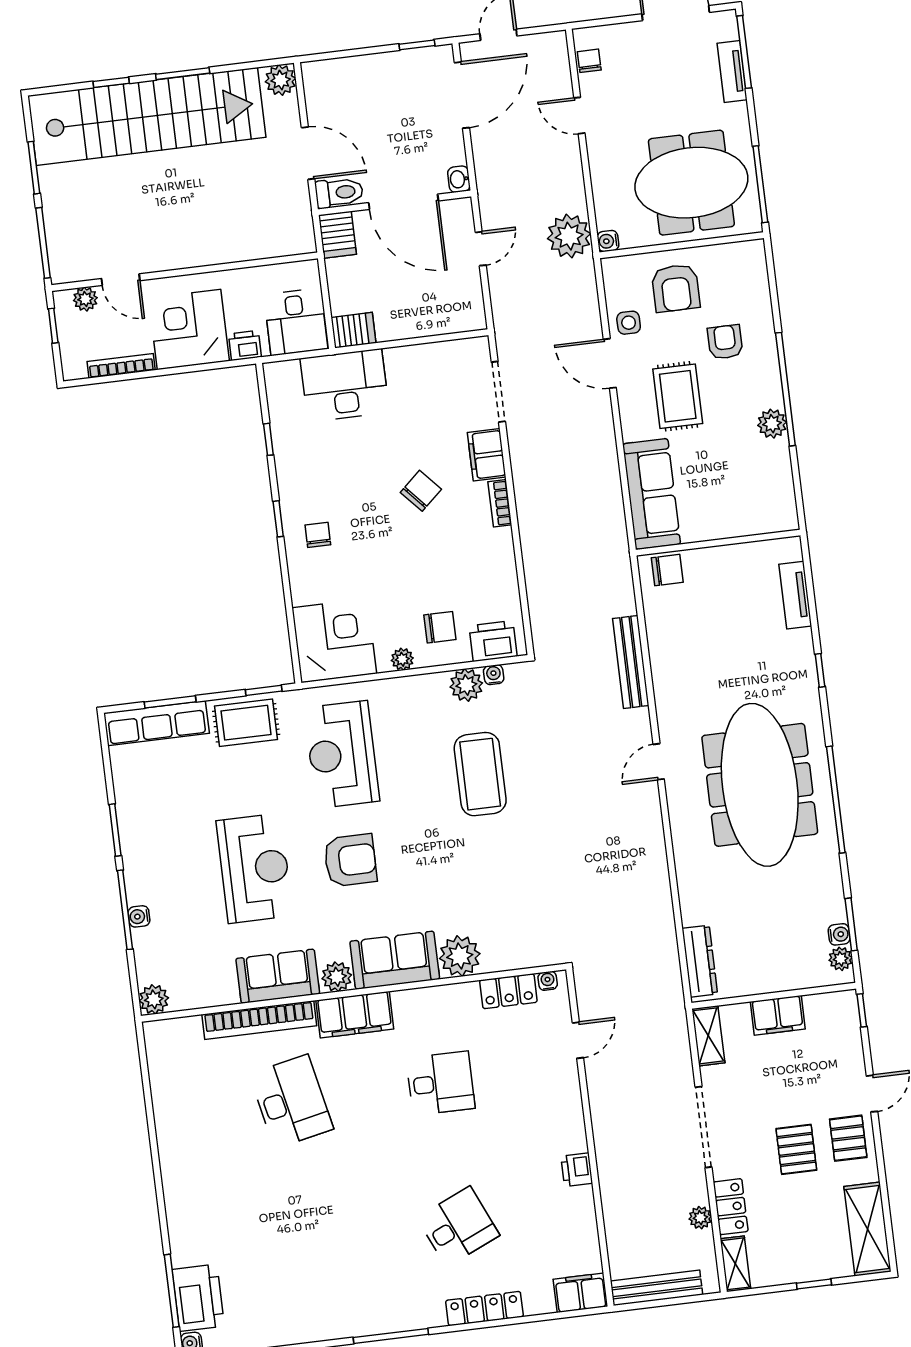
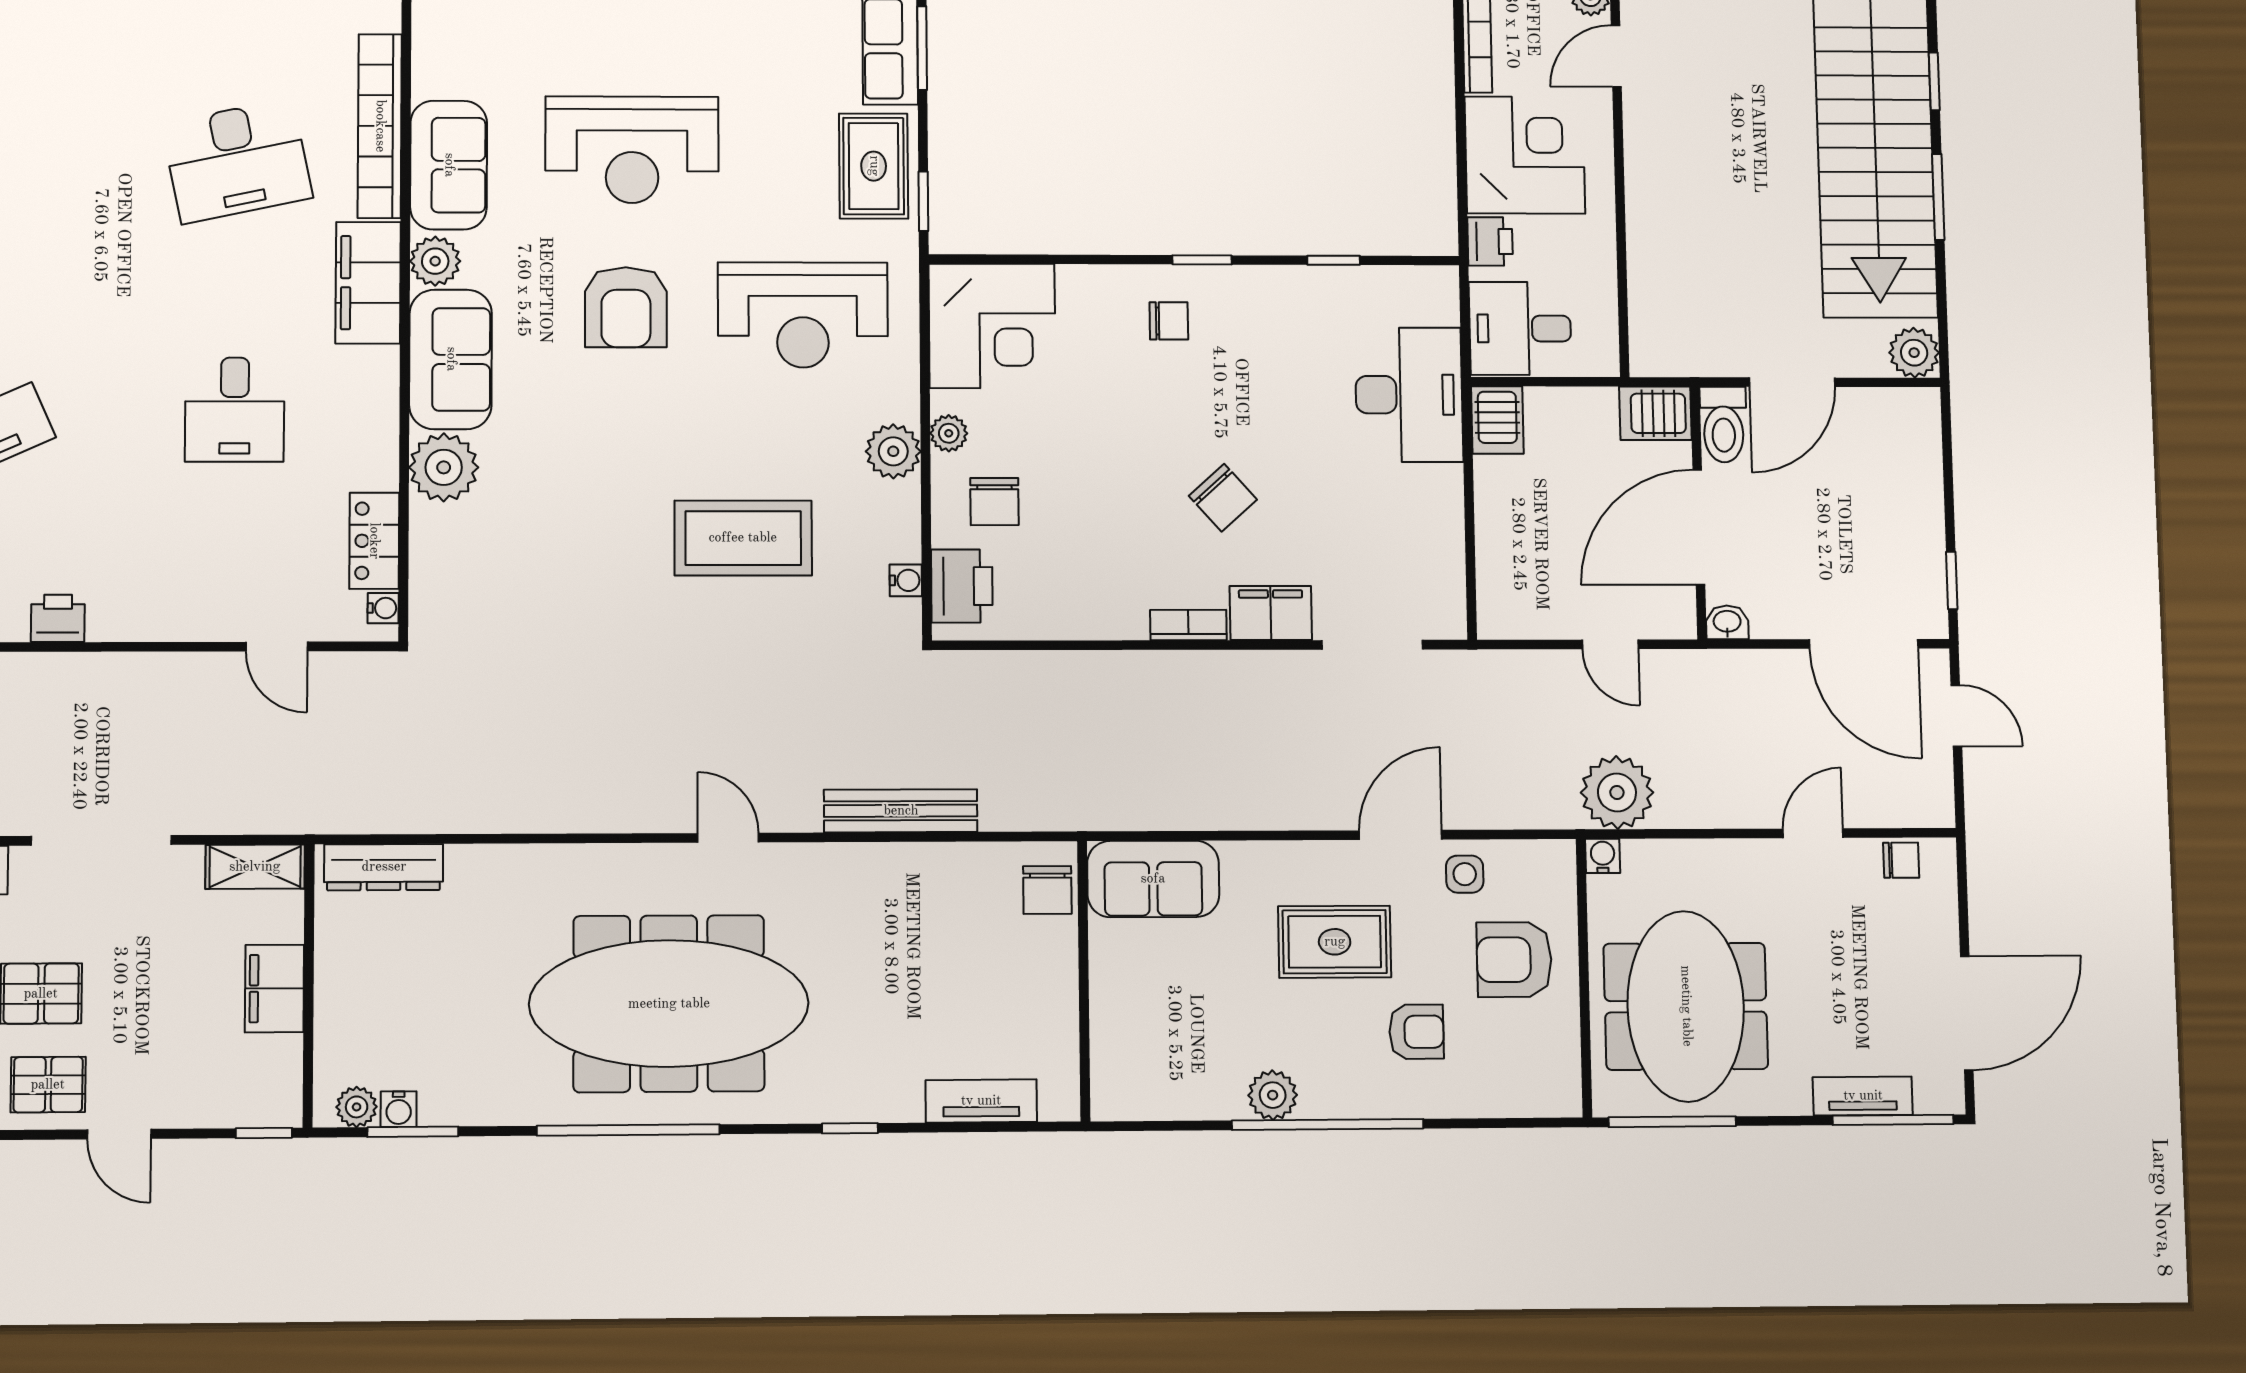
sofa: (652, 494) -> (1153, 879), width x0.73
plant: (466, 685) -> (893, 451), moved
reception desk: (342, 754) -> (803, 315), turned 180

